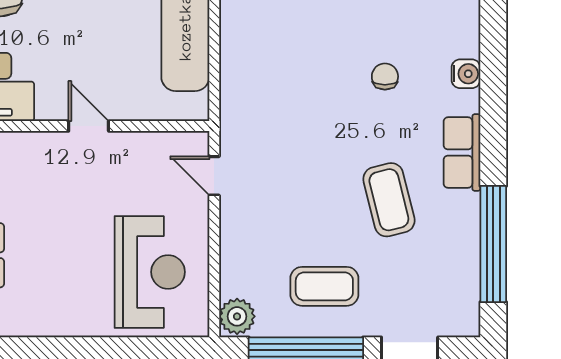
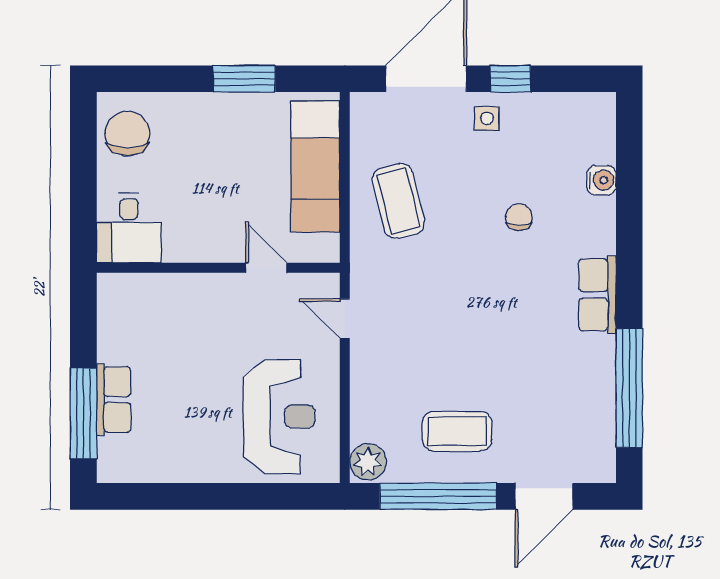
water cooler: (466, 74) -> (601, 180), moved
door: (89, 126) -> (266, 268), moved
coffee table: (389, 200) -> (398, 201), moved

